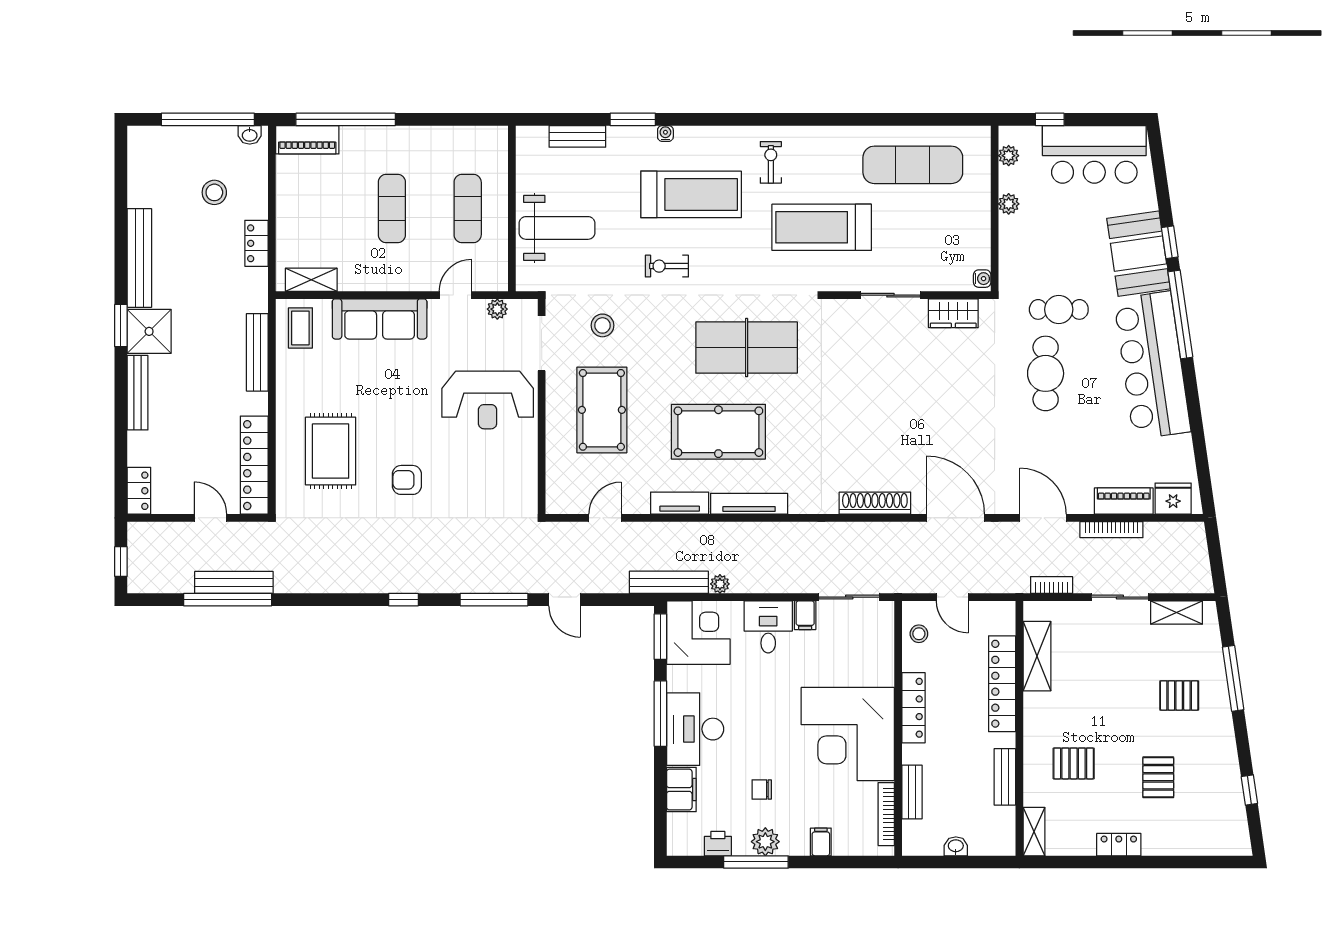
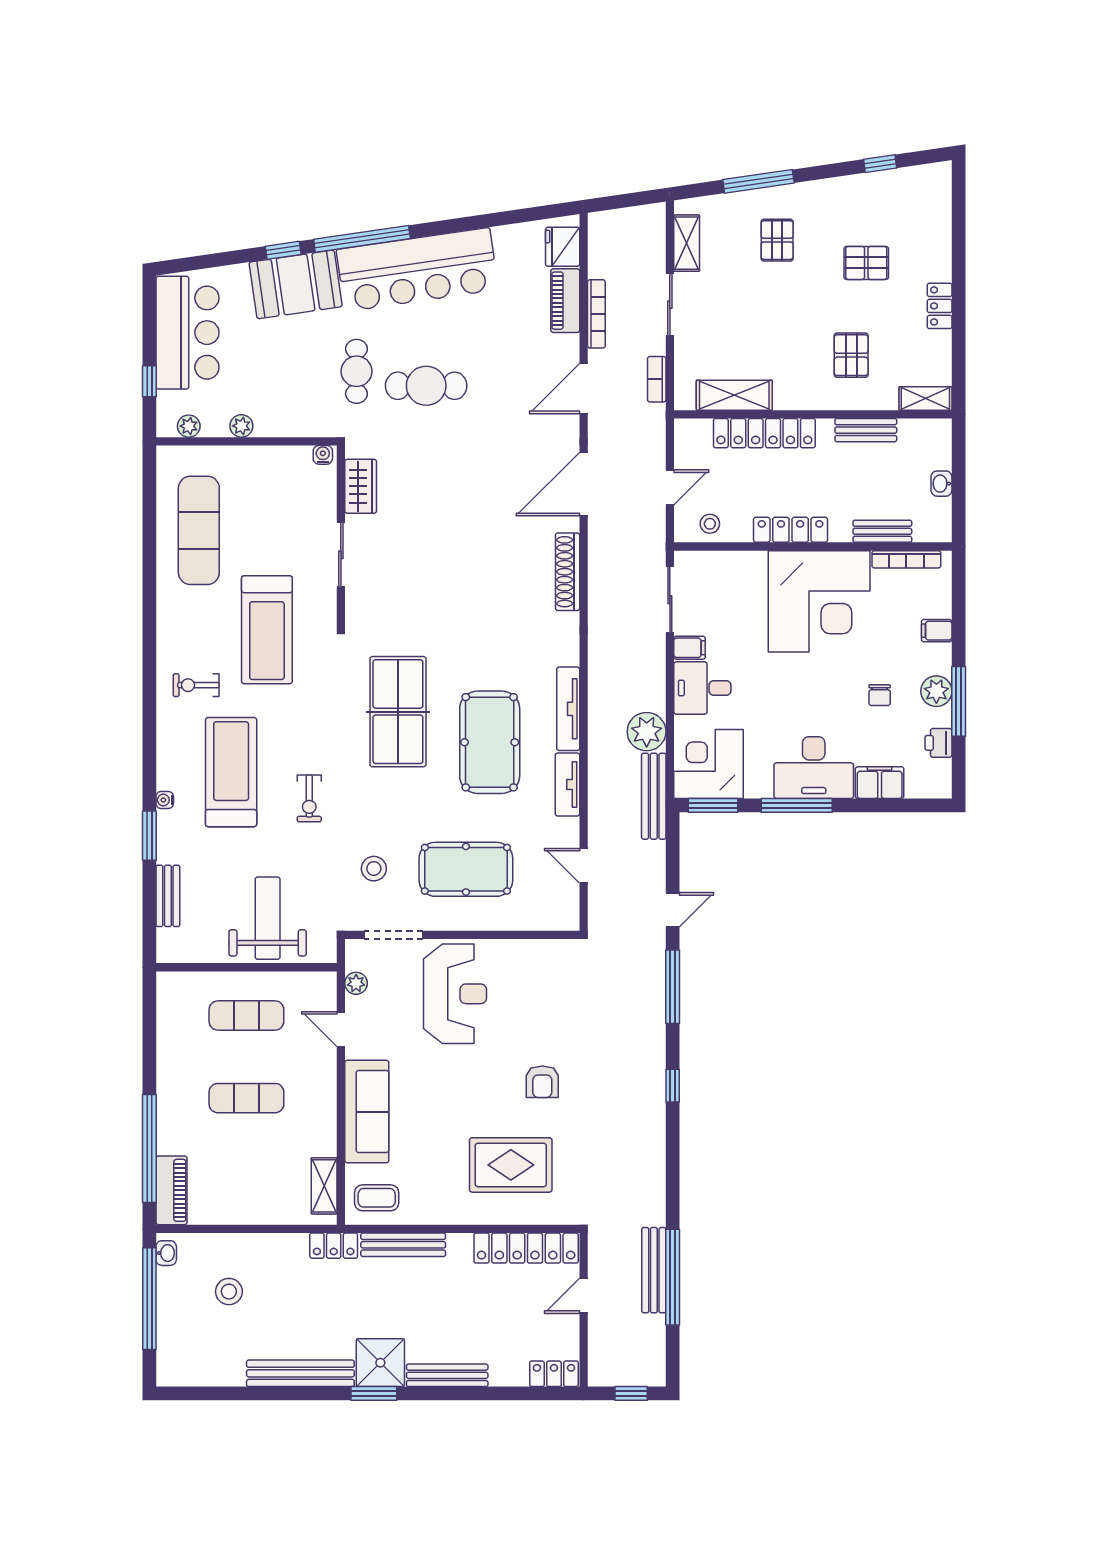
locker: (256, 243) -> (334, 1246), moved
plant: (720, 584) -> (647, 732), width x1.88, depth x1.88

